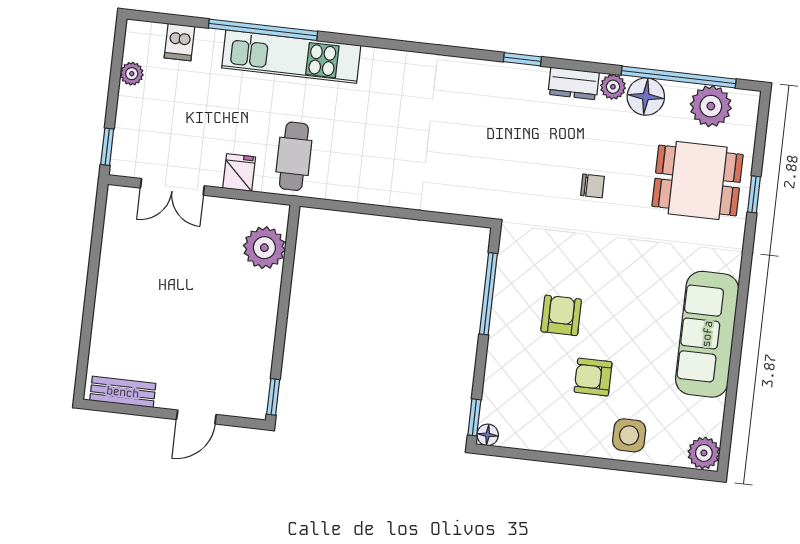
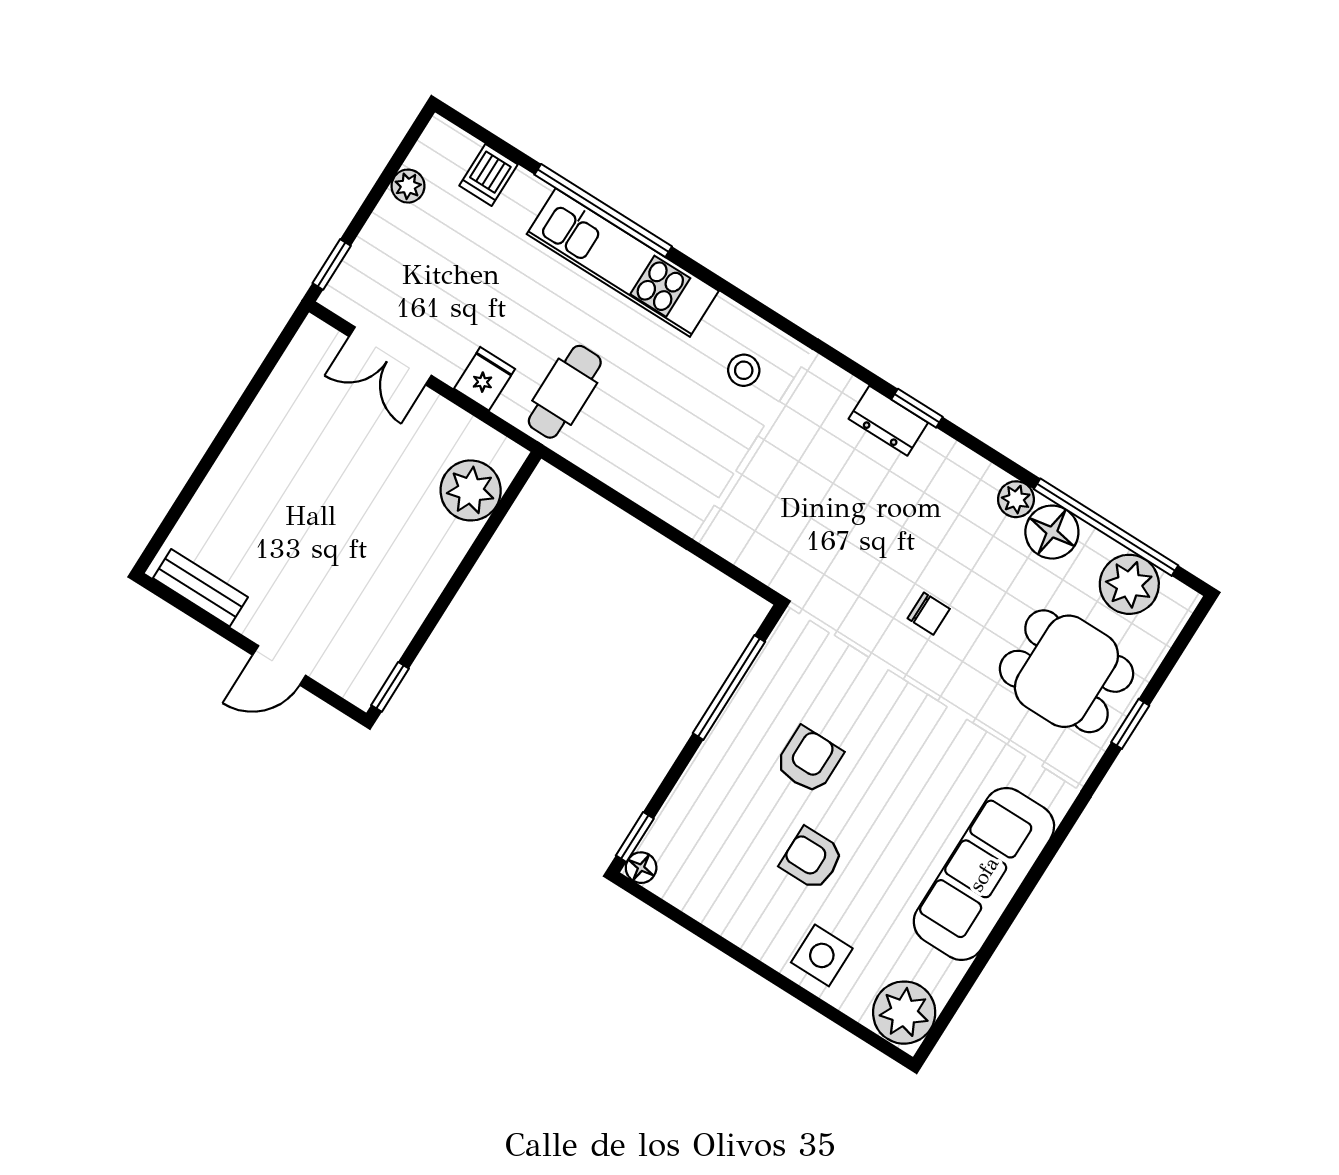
dresser: (574, 83) -> (888, 421), moved
stool: (401, 88) -> (744, 370), added
plant: (704, 453) -> (904, 1013), width x1.36, depth x1.36

